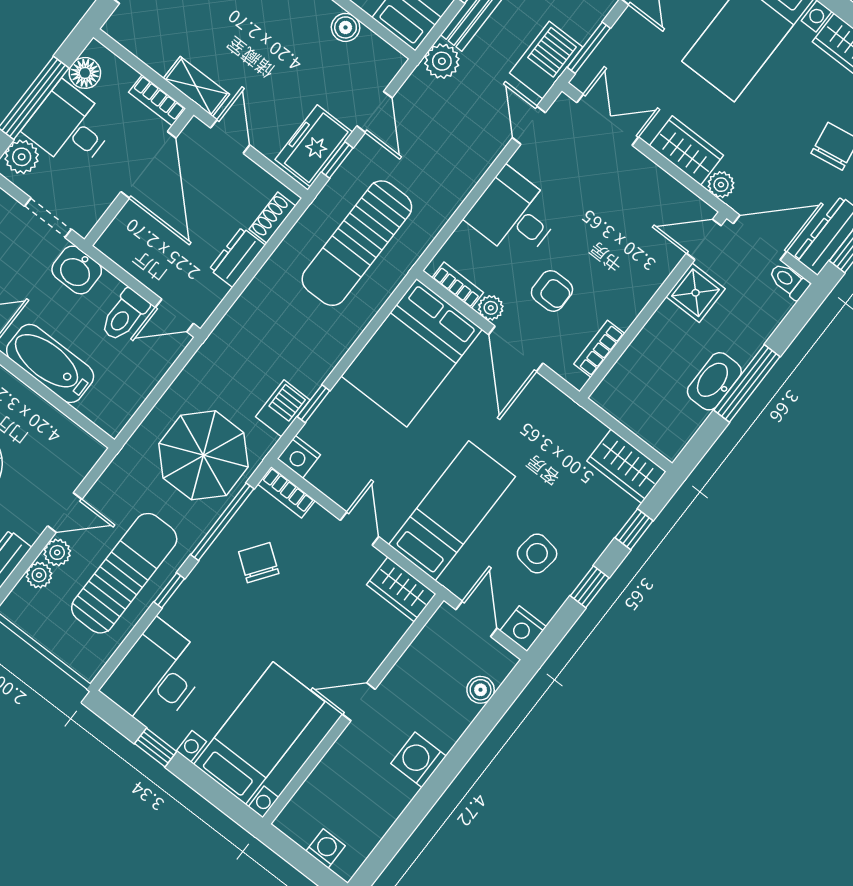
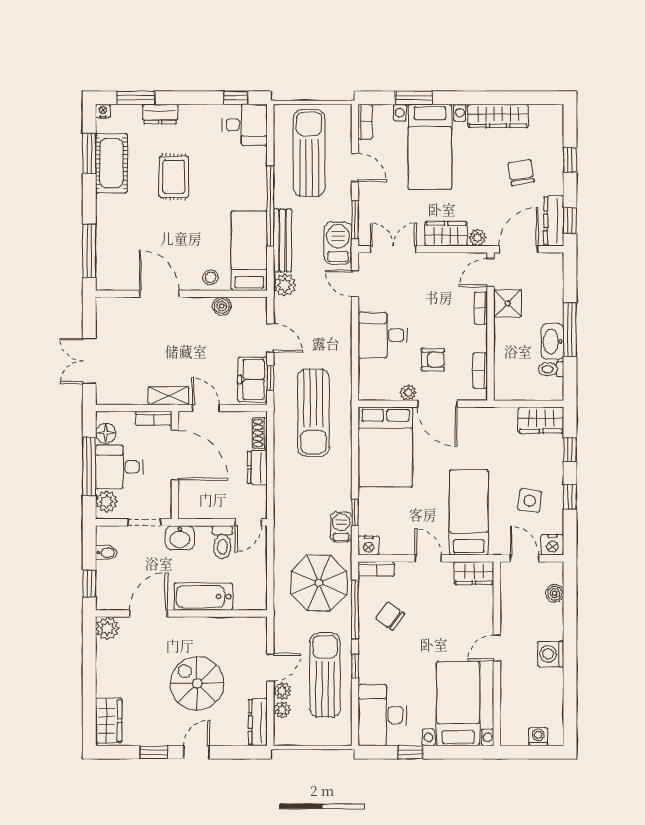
toilet: (789, 281) -> (551, 369), moved
bookcase: (458, 285) -> (481, 308), moved, turned -90

